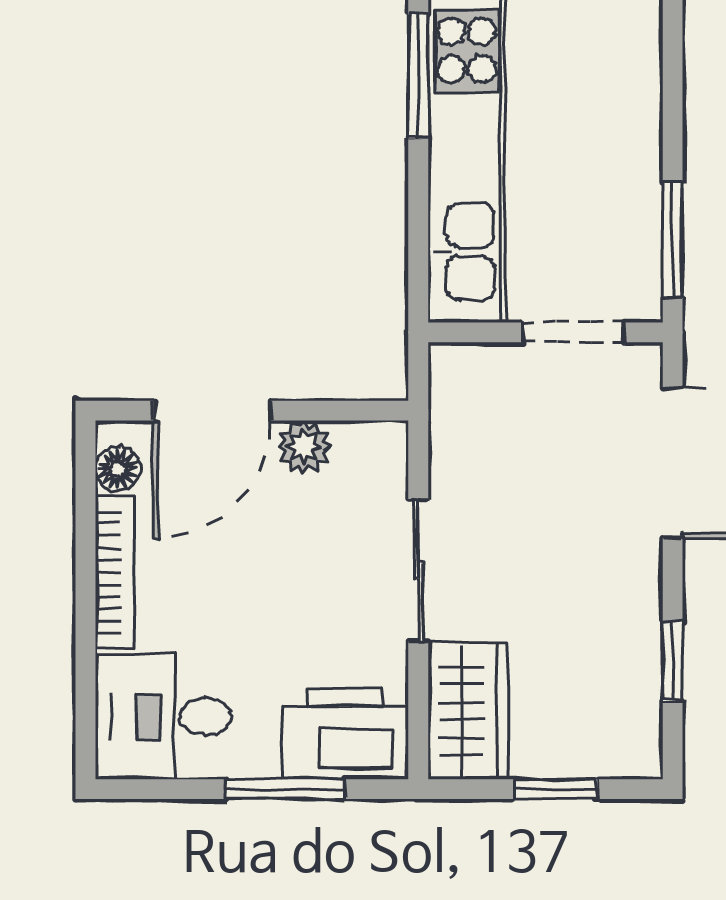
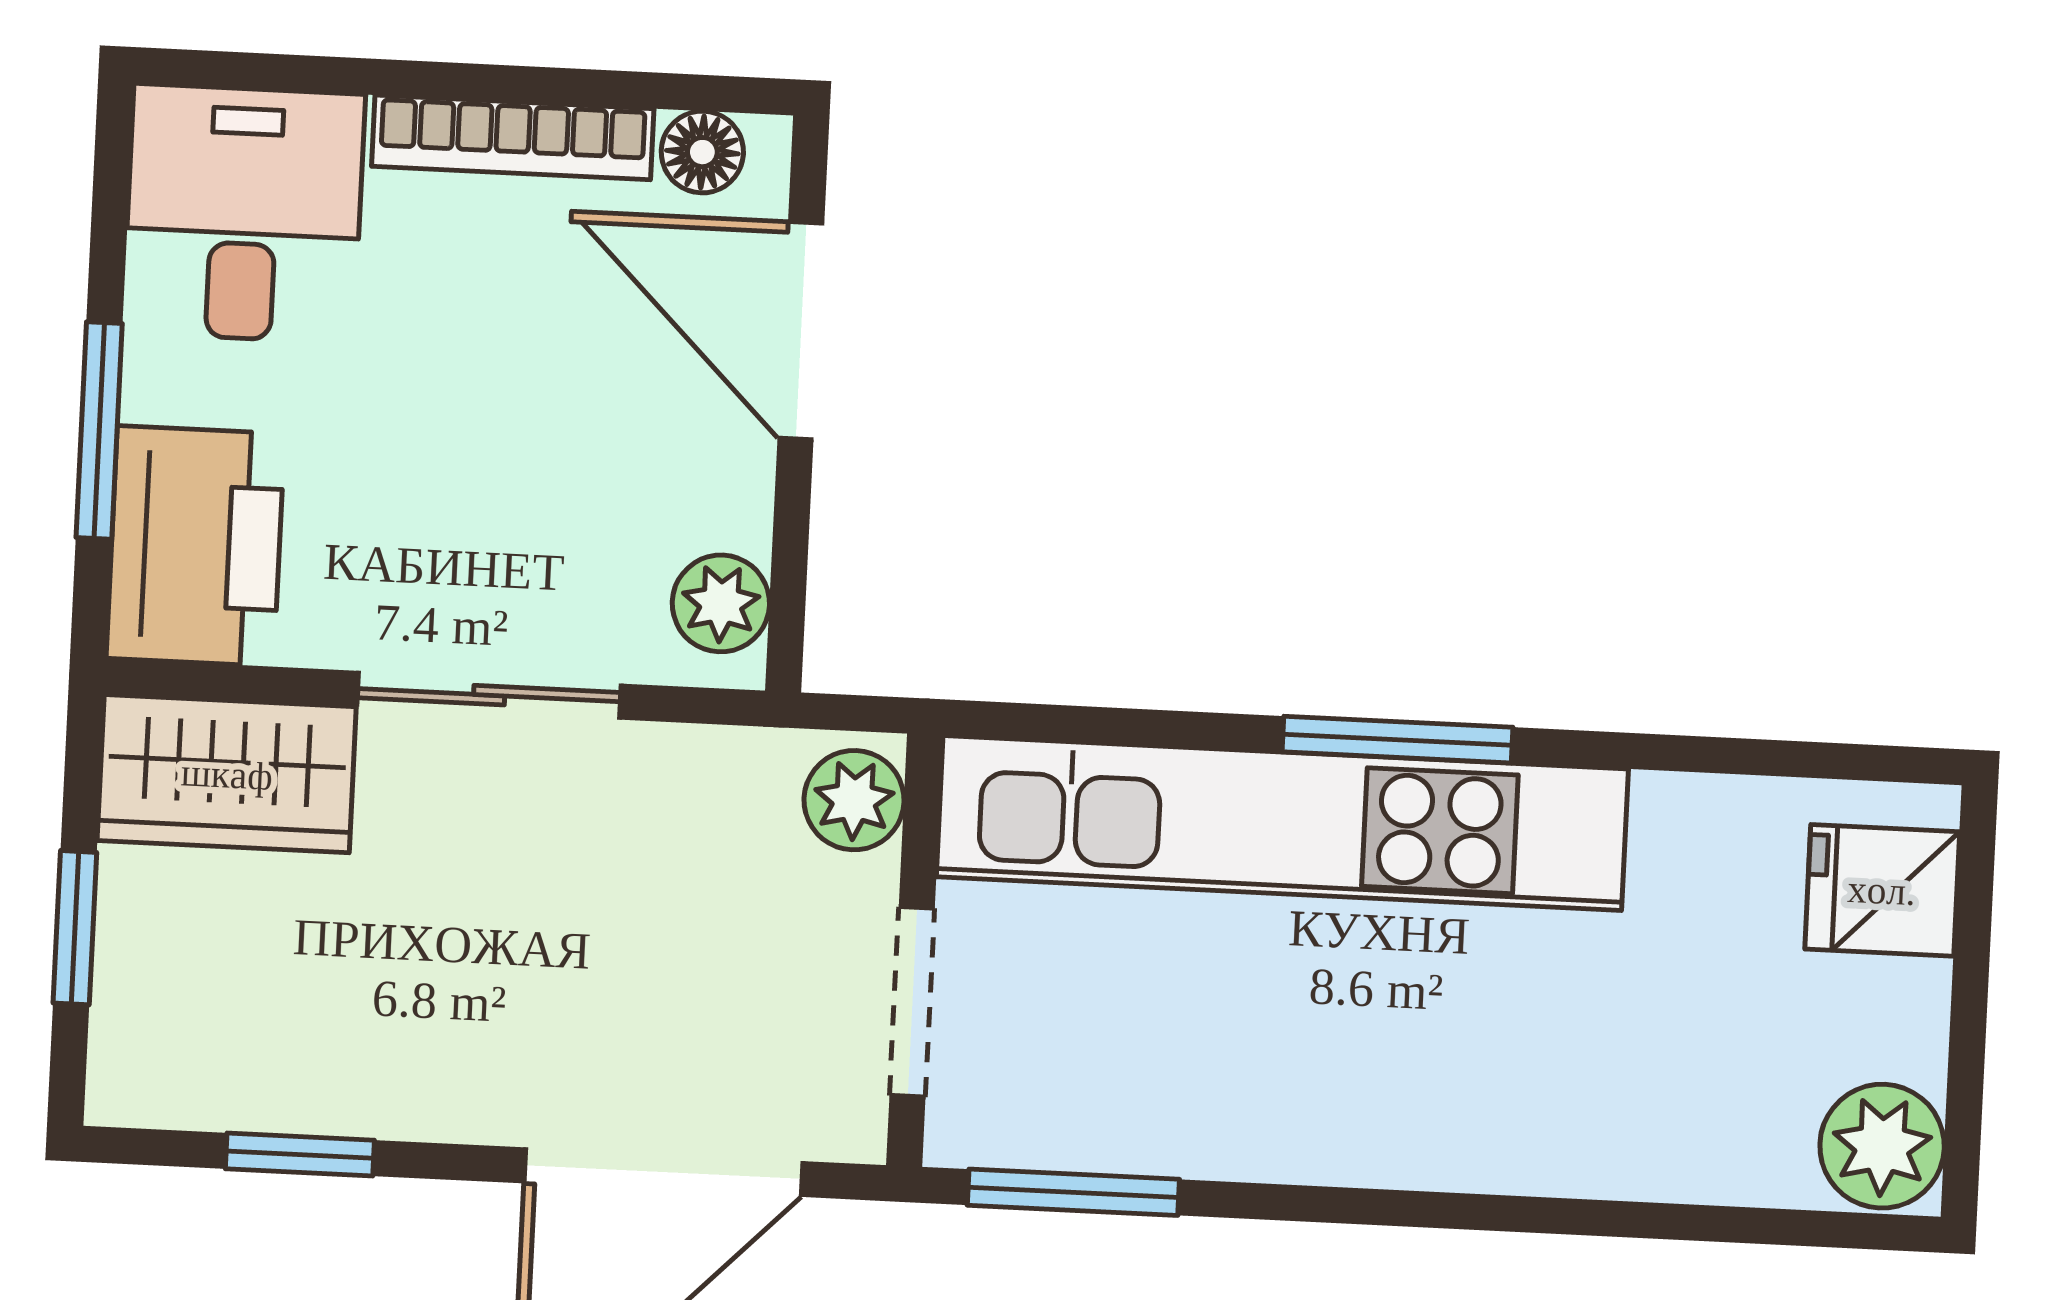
plant: (466, 369) -> (854, 800), added
plant: (304, 447) -> (721, 603), moved

